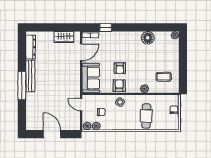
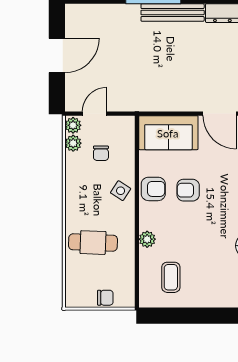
door: (81, 105) -> (95, 114), moved

